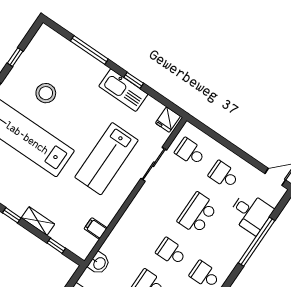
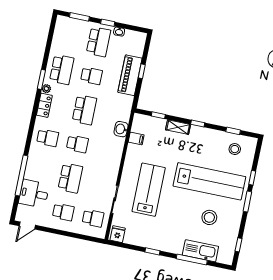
window: (15, 57) -> (238, 245), moved
kitchen sink: (123, 90) -> (200, 251), moved
washbasin: (99, 263) -> (121, 129), moved

